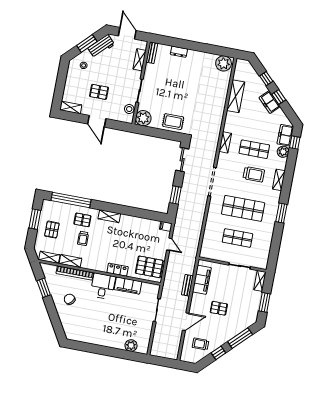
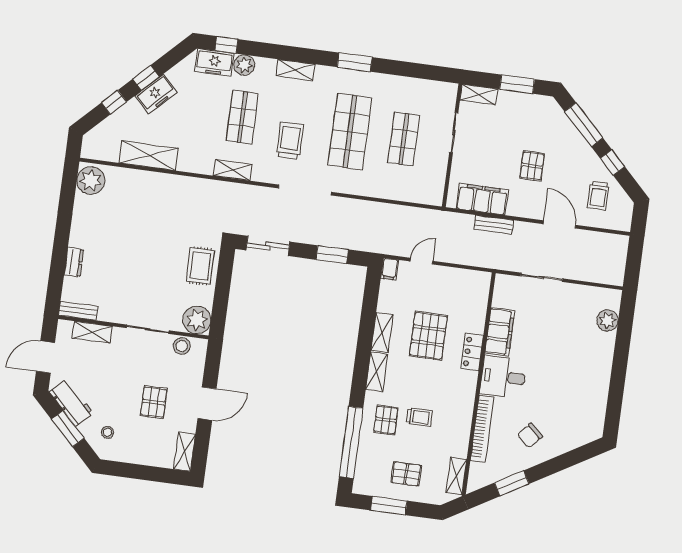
trolley: (254, 174) -> (290, 141), moved
shelving: (70, 261) -> (382, 332), moved
pallet: (149, 267) -> (428, 336), moved

